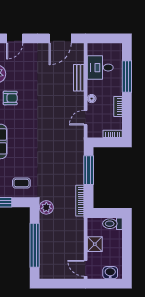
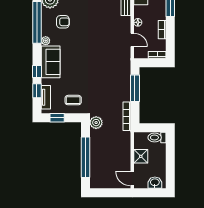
door: (86, 118) -> (132, 40), swing flipped

